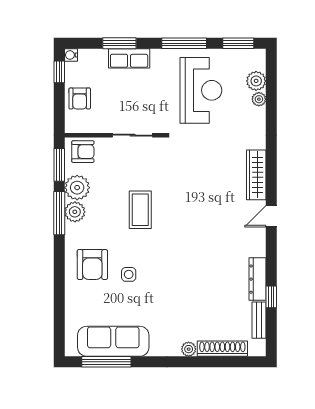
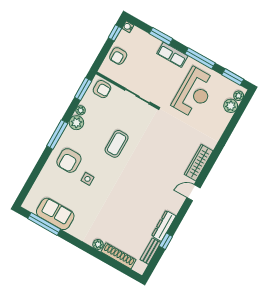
row of seats: (129, 58) -> (172, 55), moved
plant: (259, 99) -> (239, 96), moved
plant: (77, 188) -> (81, 110), width x0.53, depth x0.53
window: (59, 213) -> (57, 135), moved
sofa: (113, 341) -> (55, 214), width x0.73

